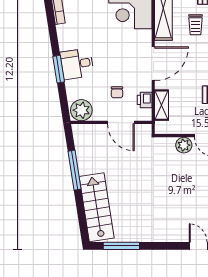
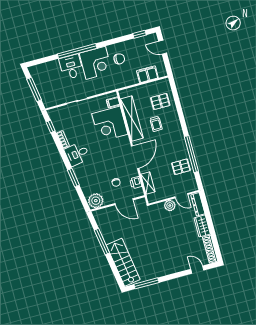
desk: (77, 64) -> (77, 154), moved

